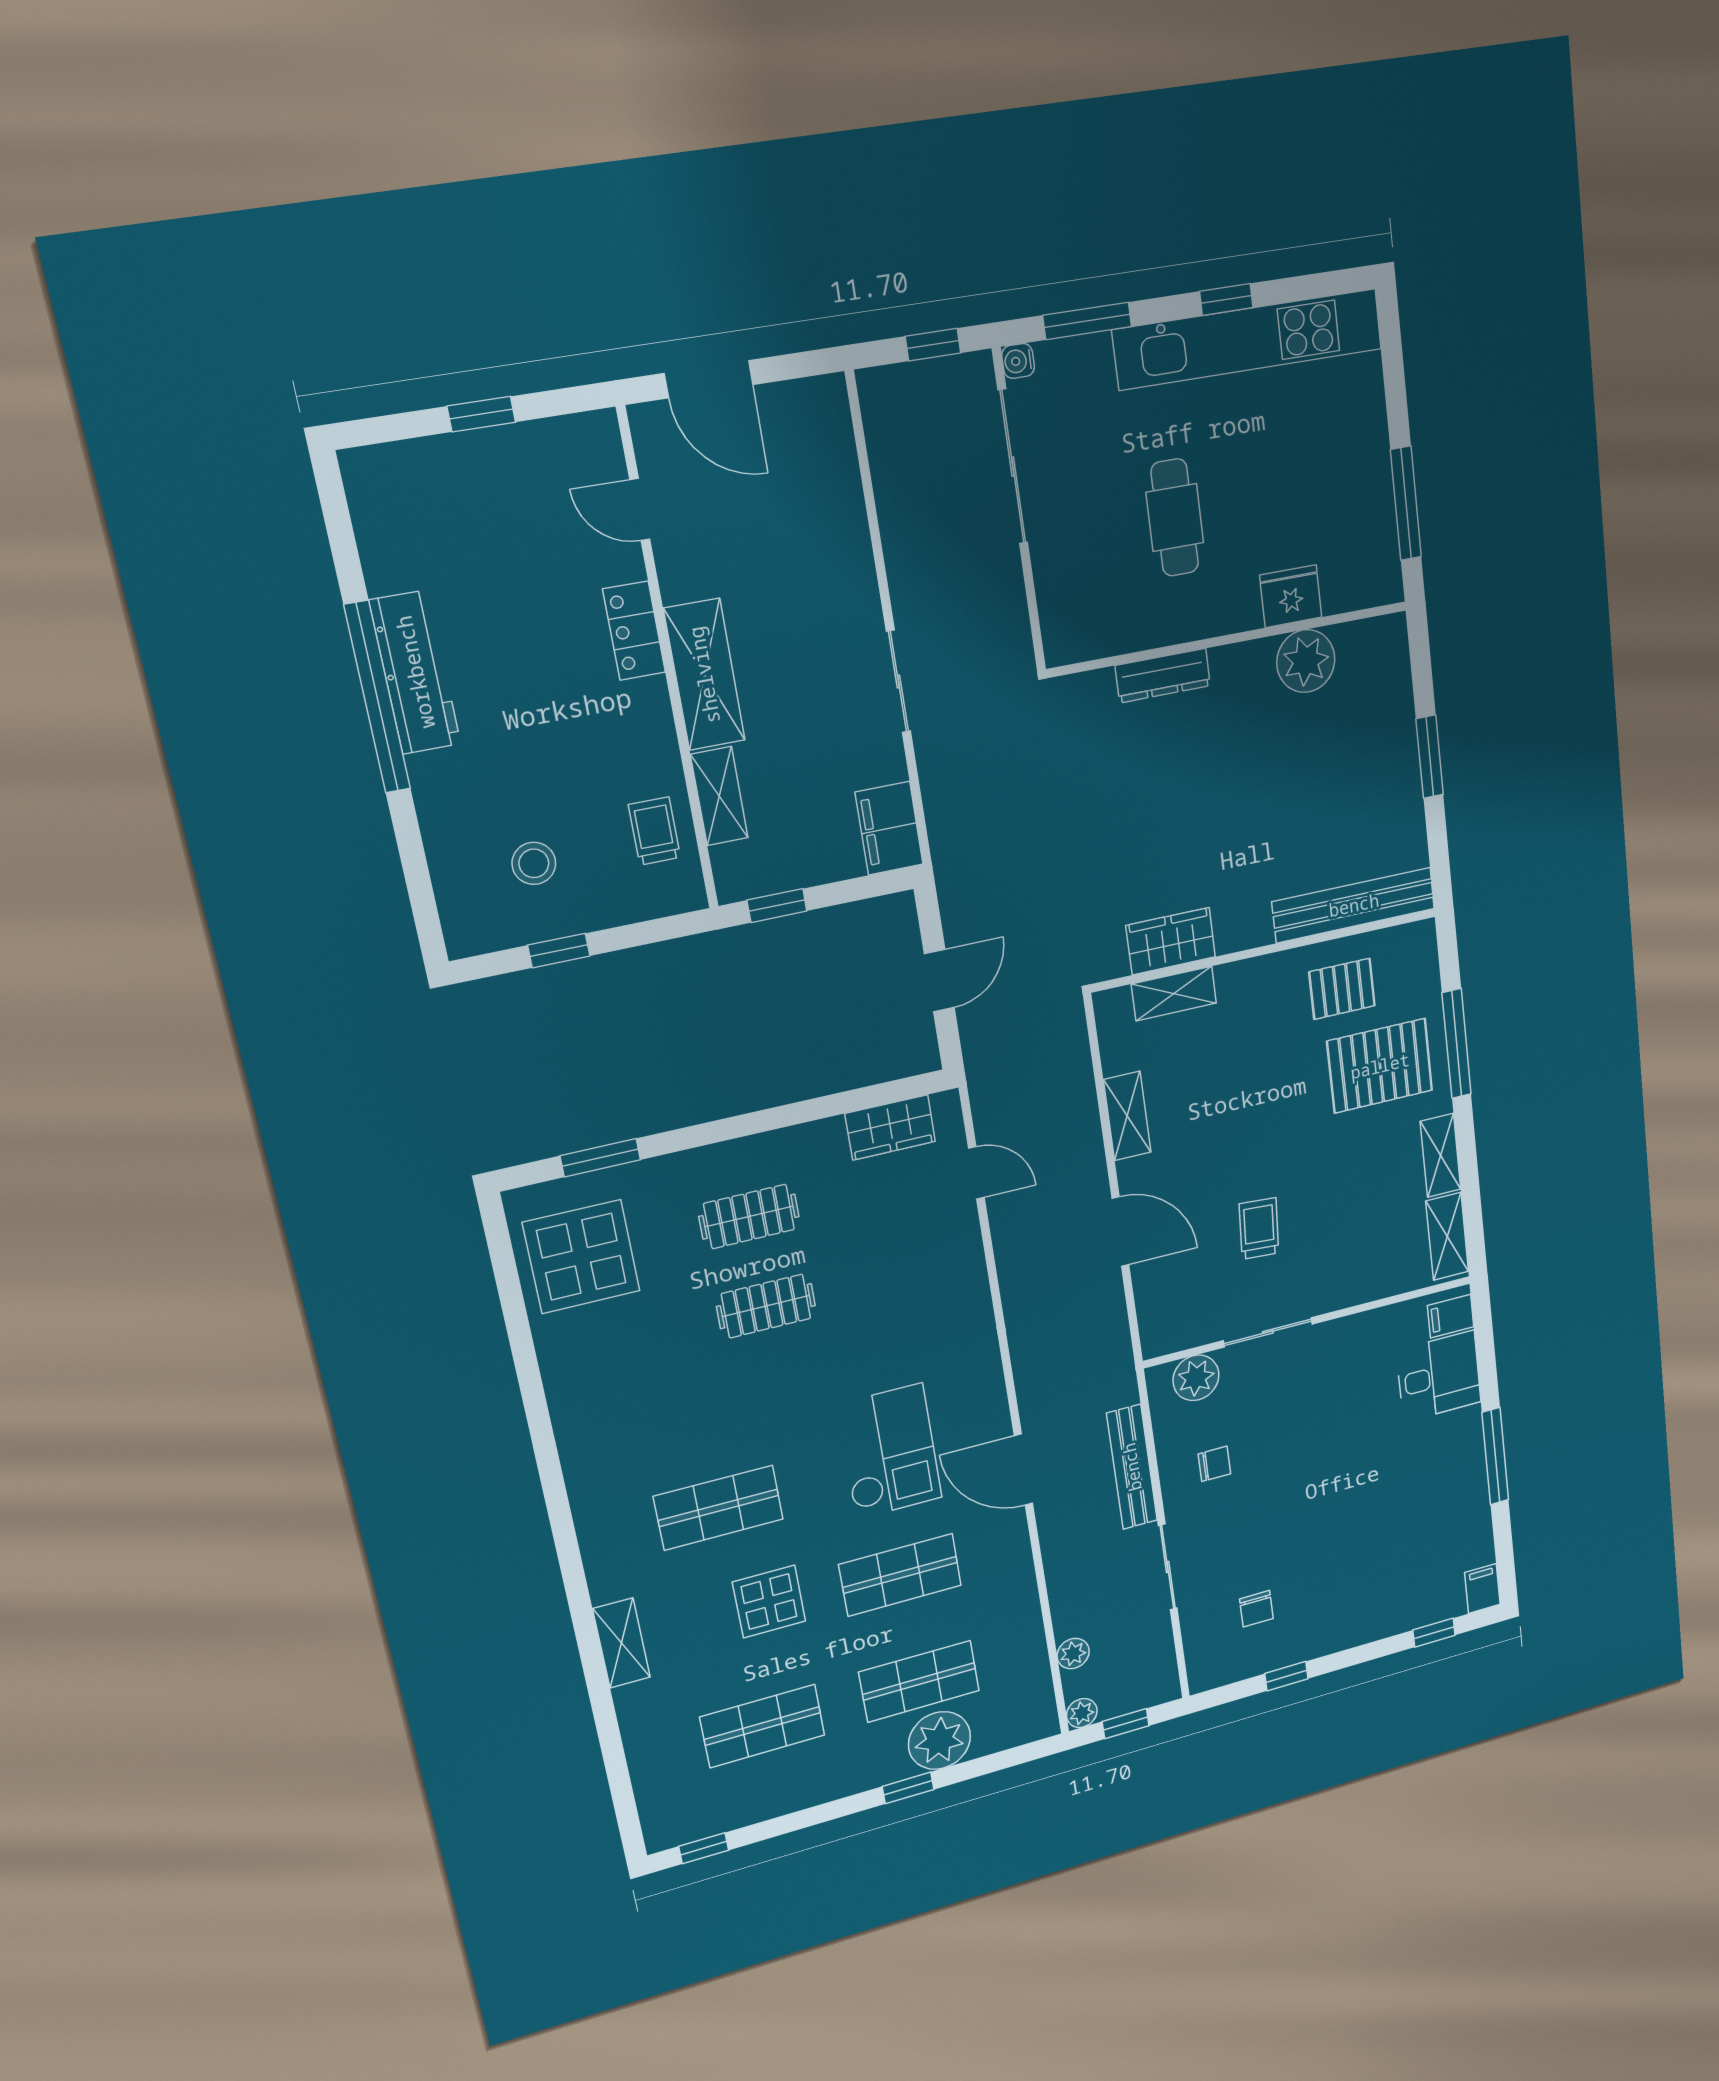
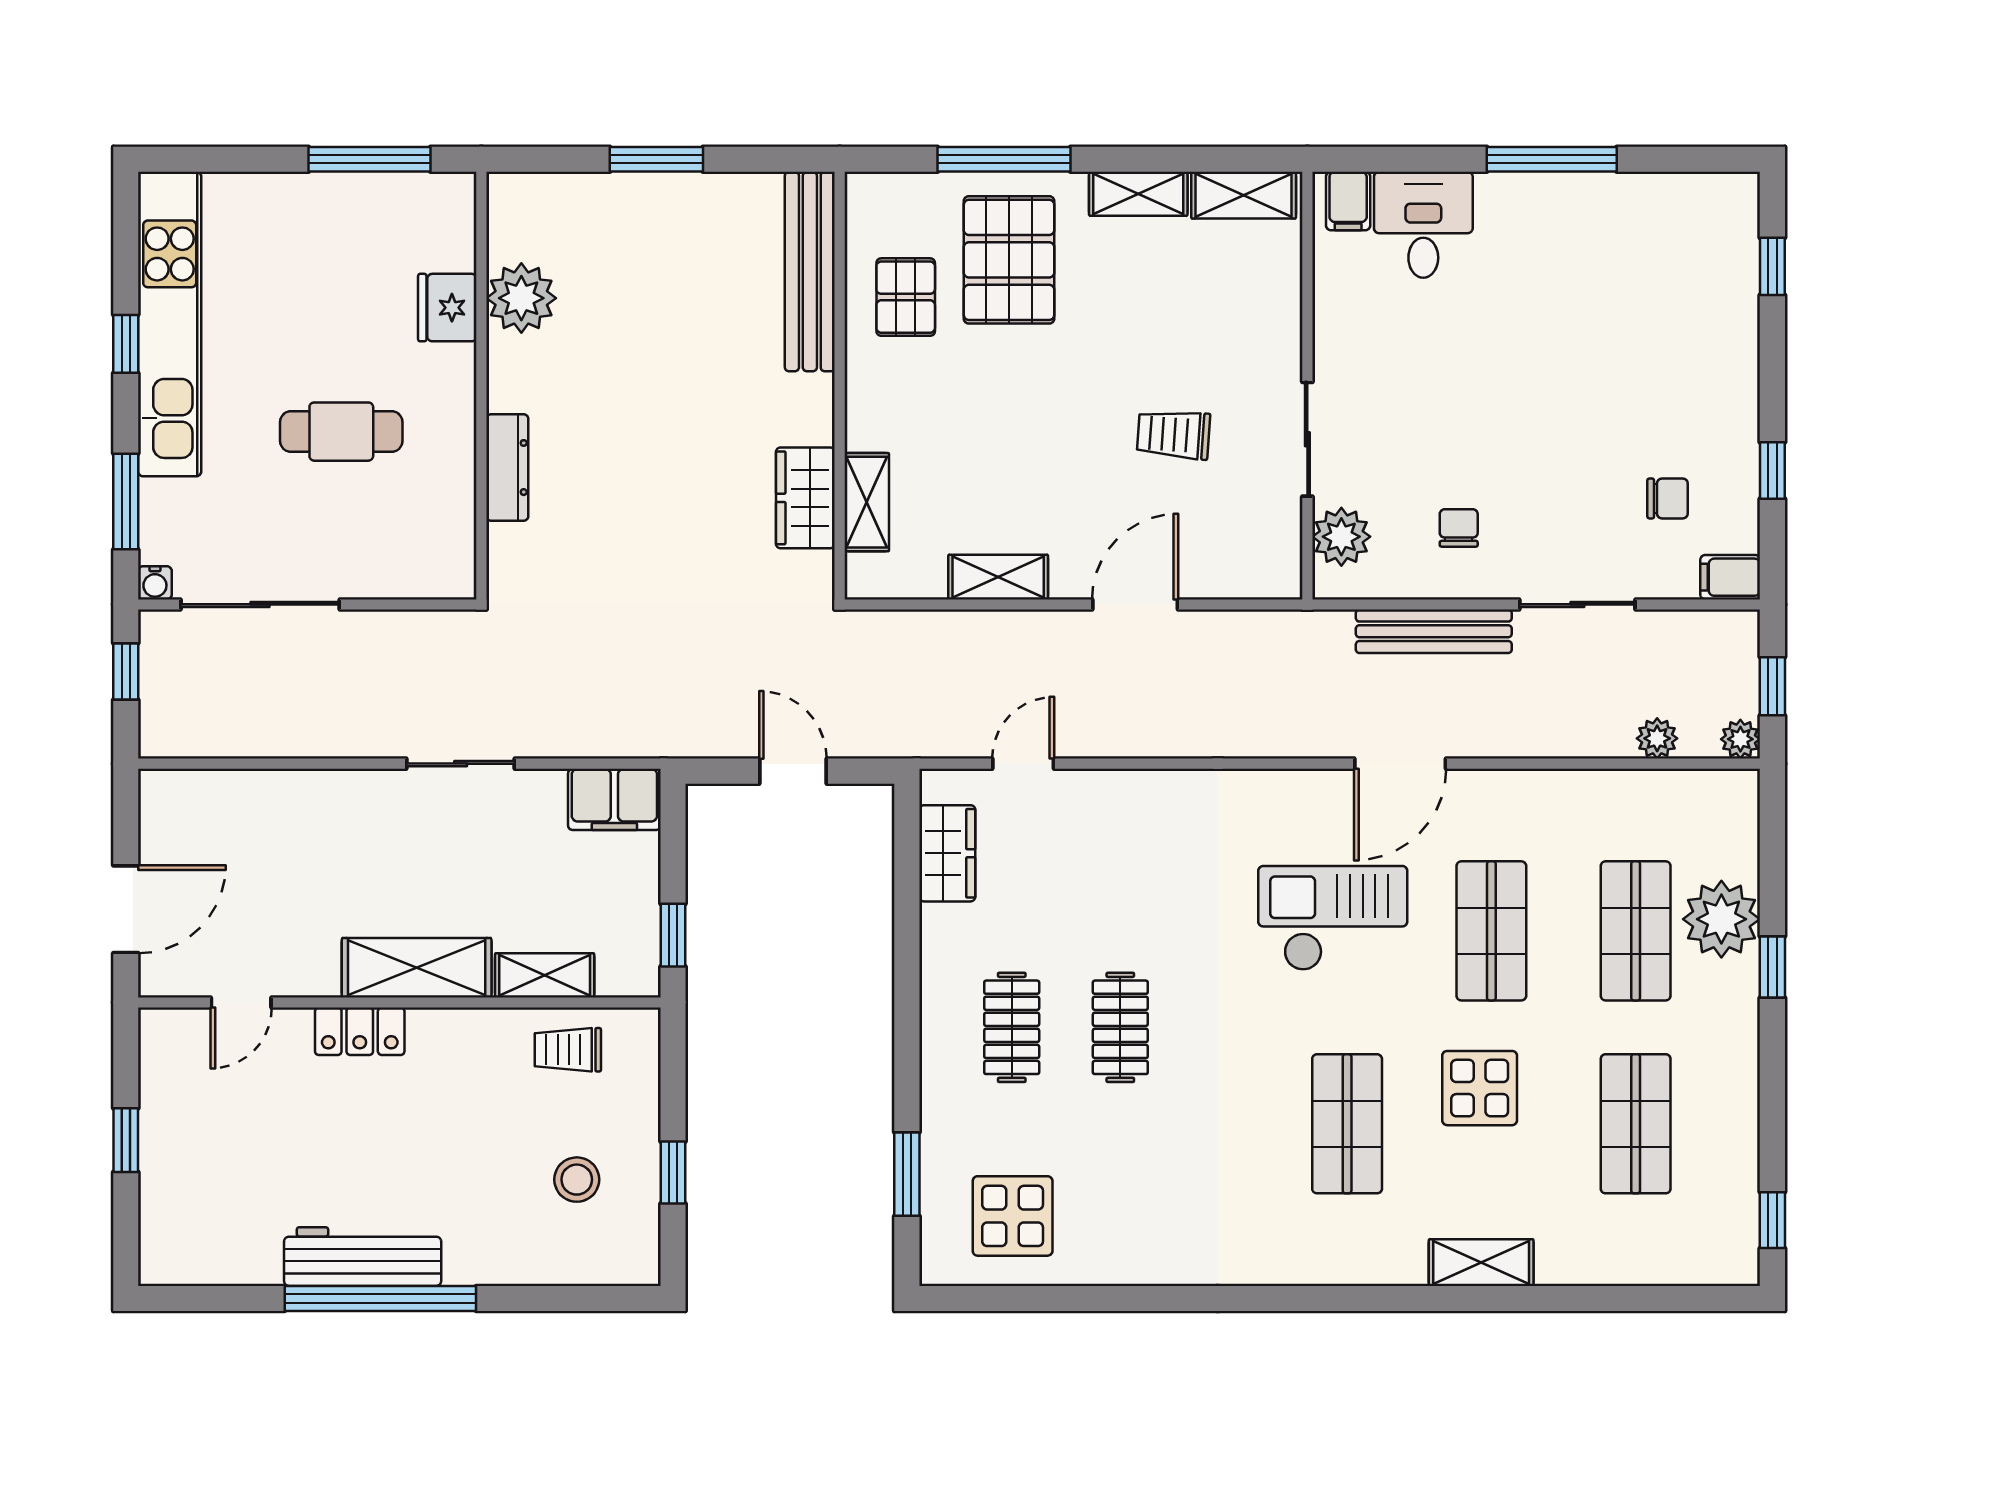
display table: (581, 1257) -> (1013, 1216), width x0.73, depth x0.73
filing cabinet: (1482, 1588) -> (1730, 577), moved

